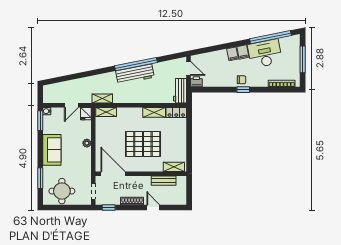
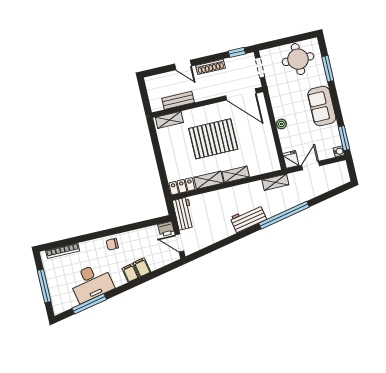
window: (270, 37) -> (89, 304), width x0.68
filing cabinet: (243, 52) -> (142, 267), moved
window: (136, 64) -> (284, 215), moved
workbench: (135, 74) -> (248, 218), width x0.73
window: (243, 90) -> (107, 233), removed
shelving: (106, 112) -> (236, 174), moved

